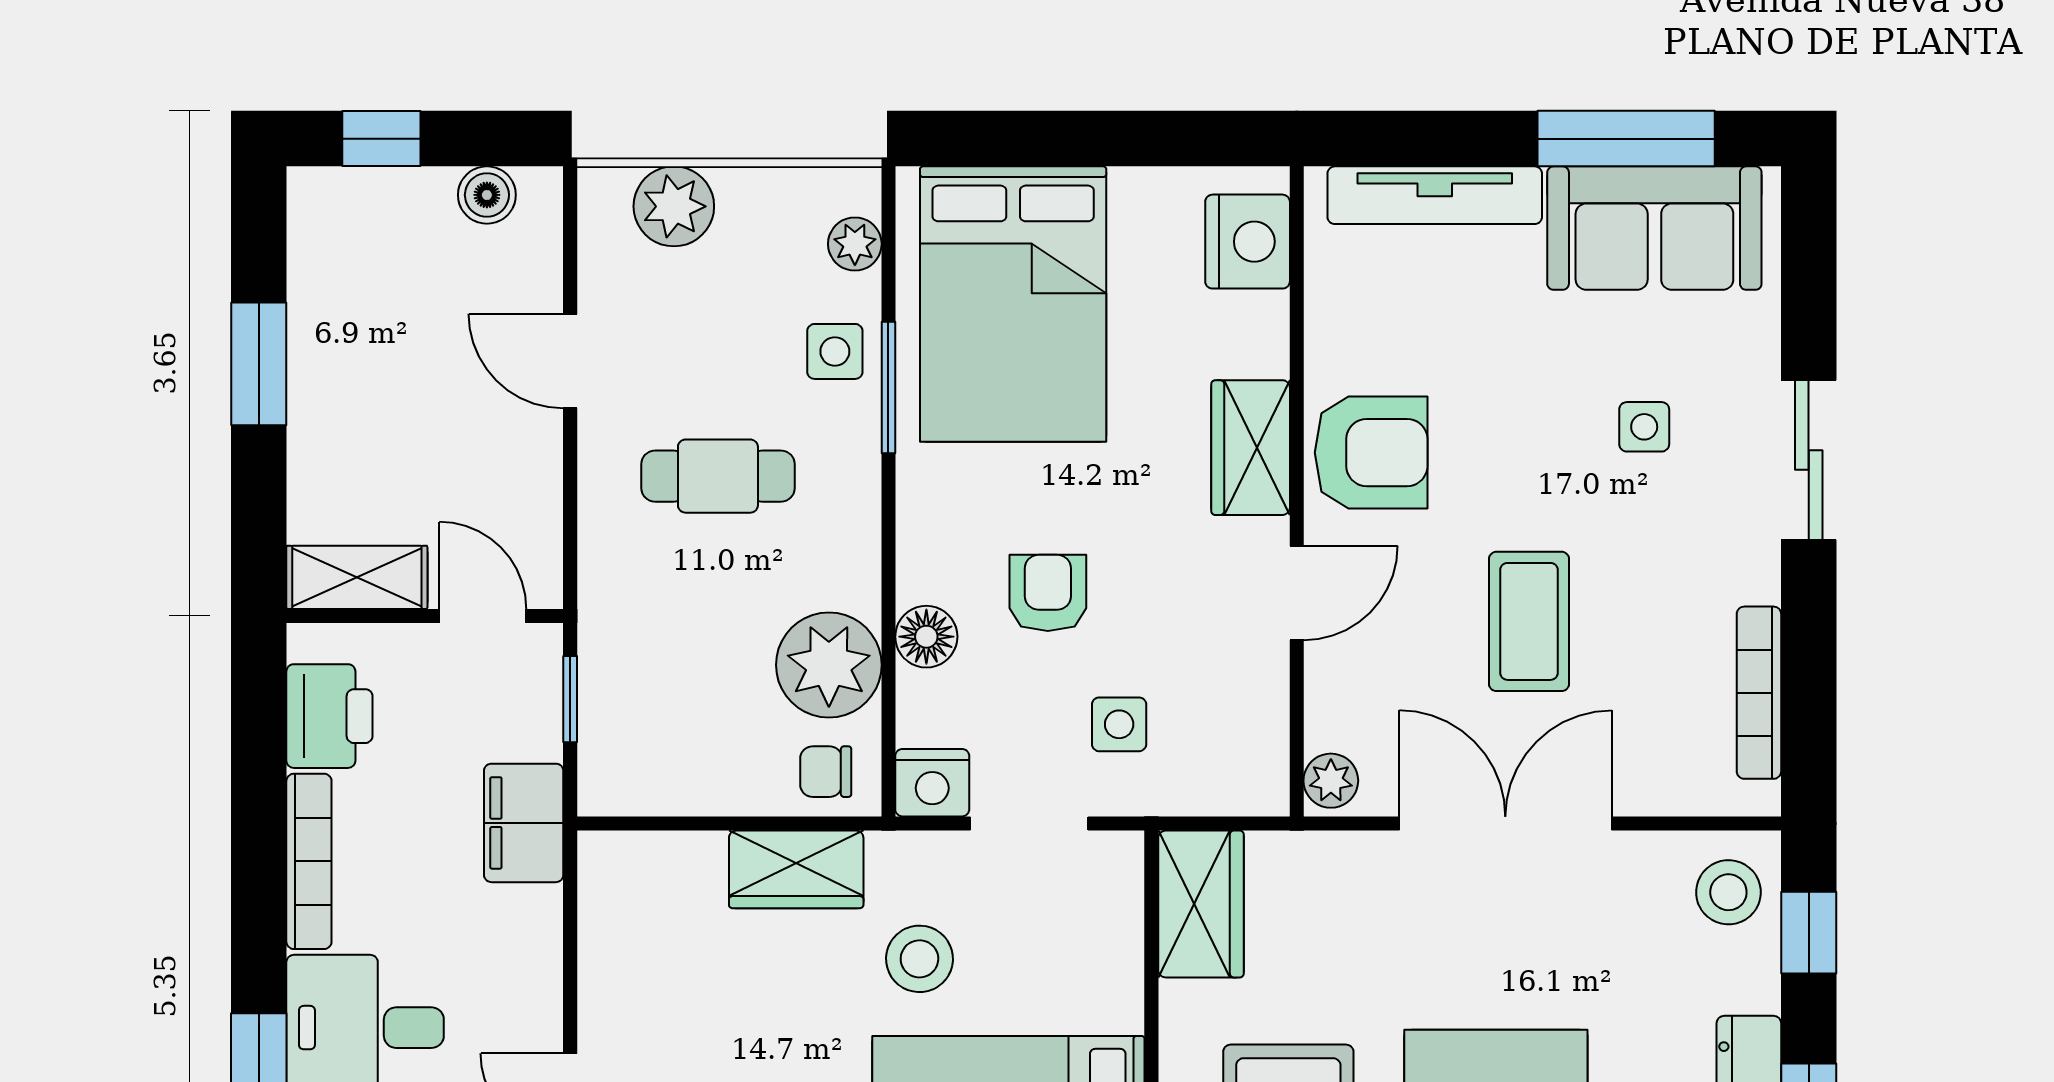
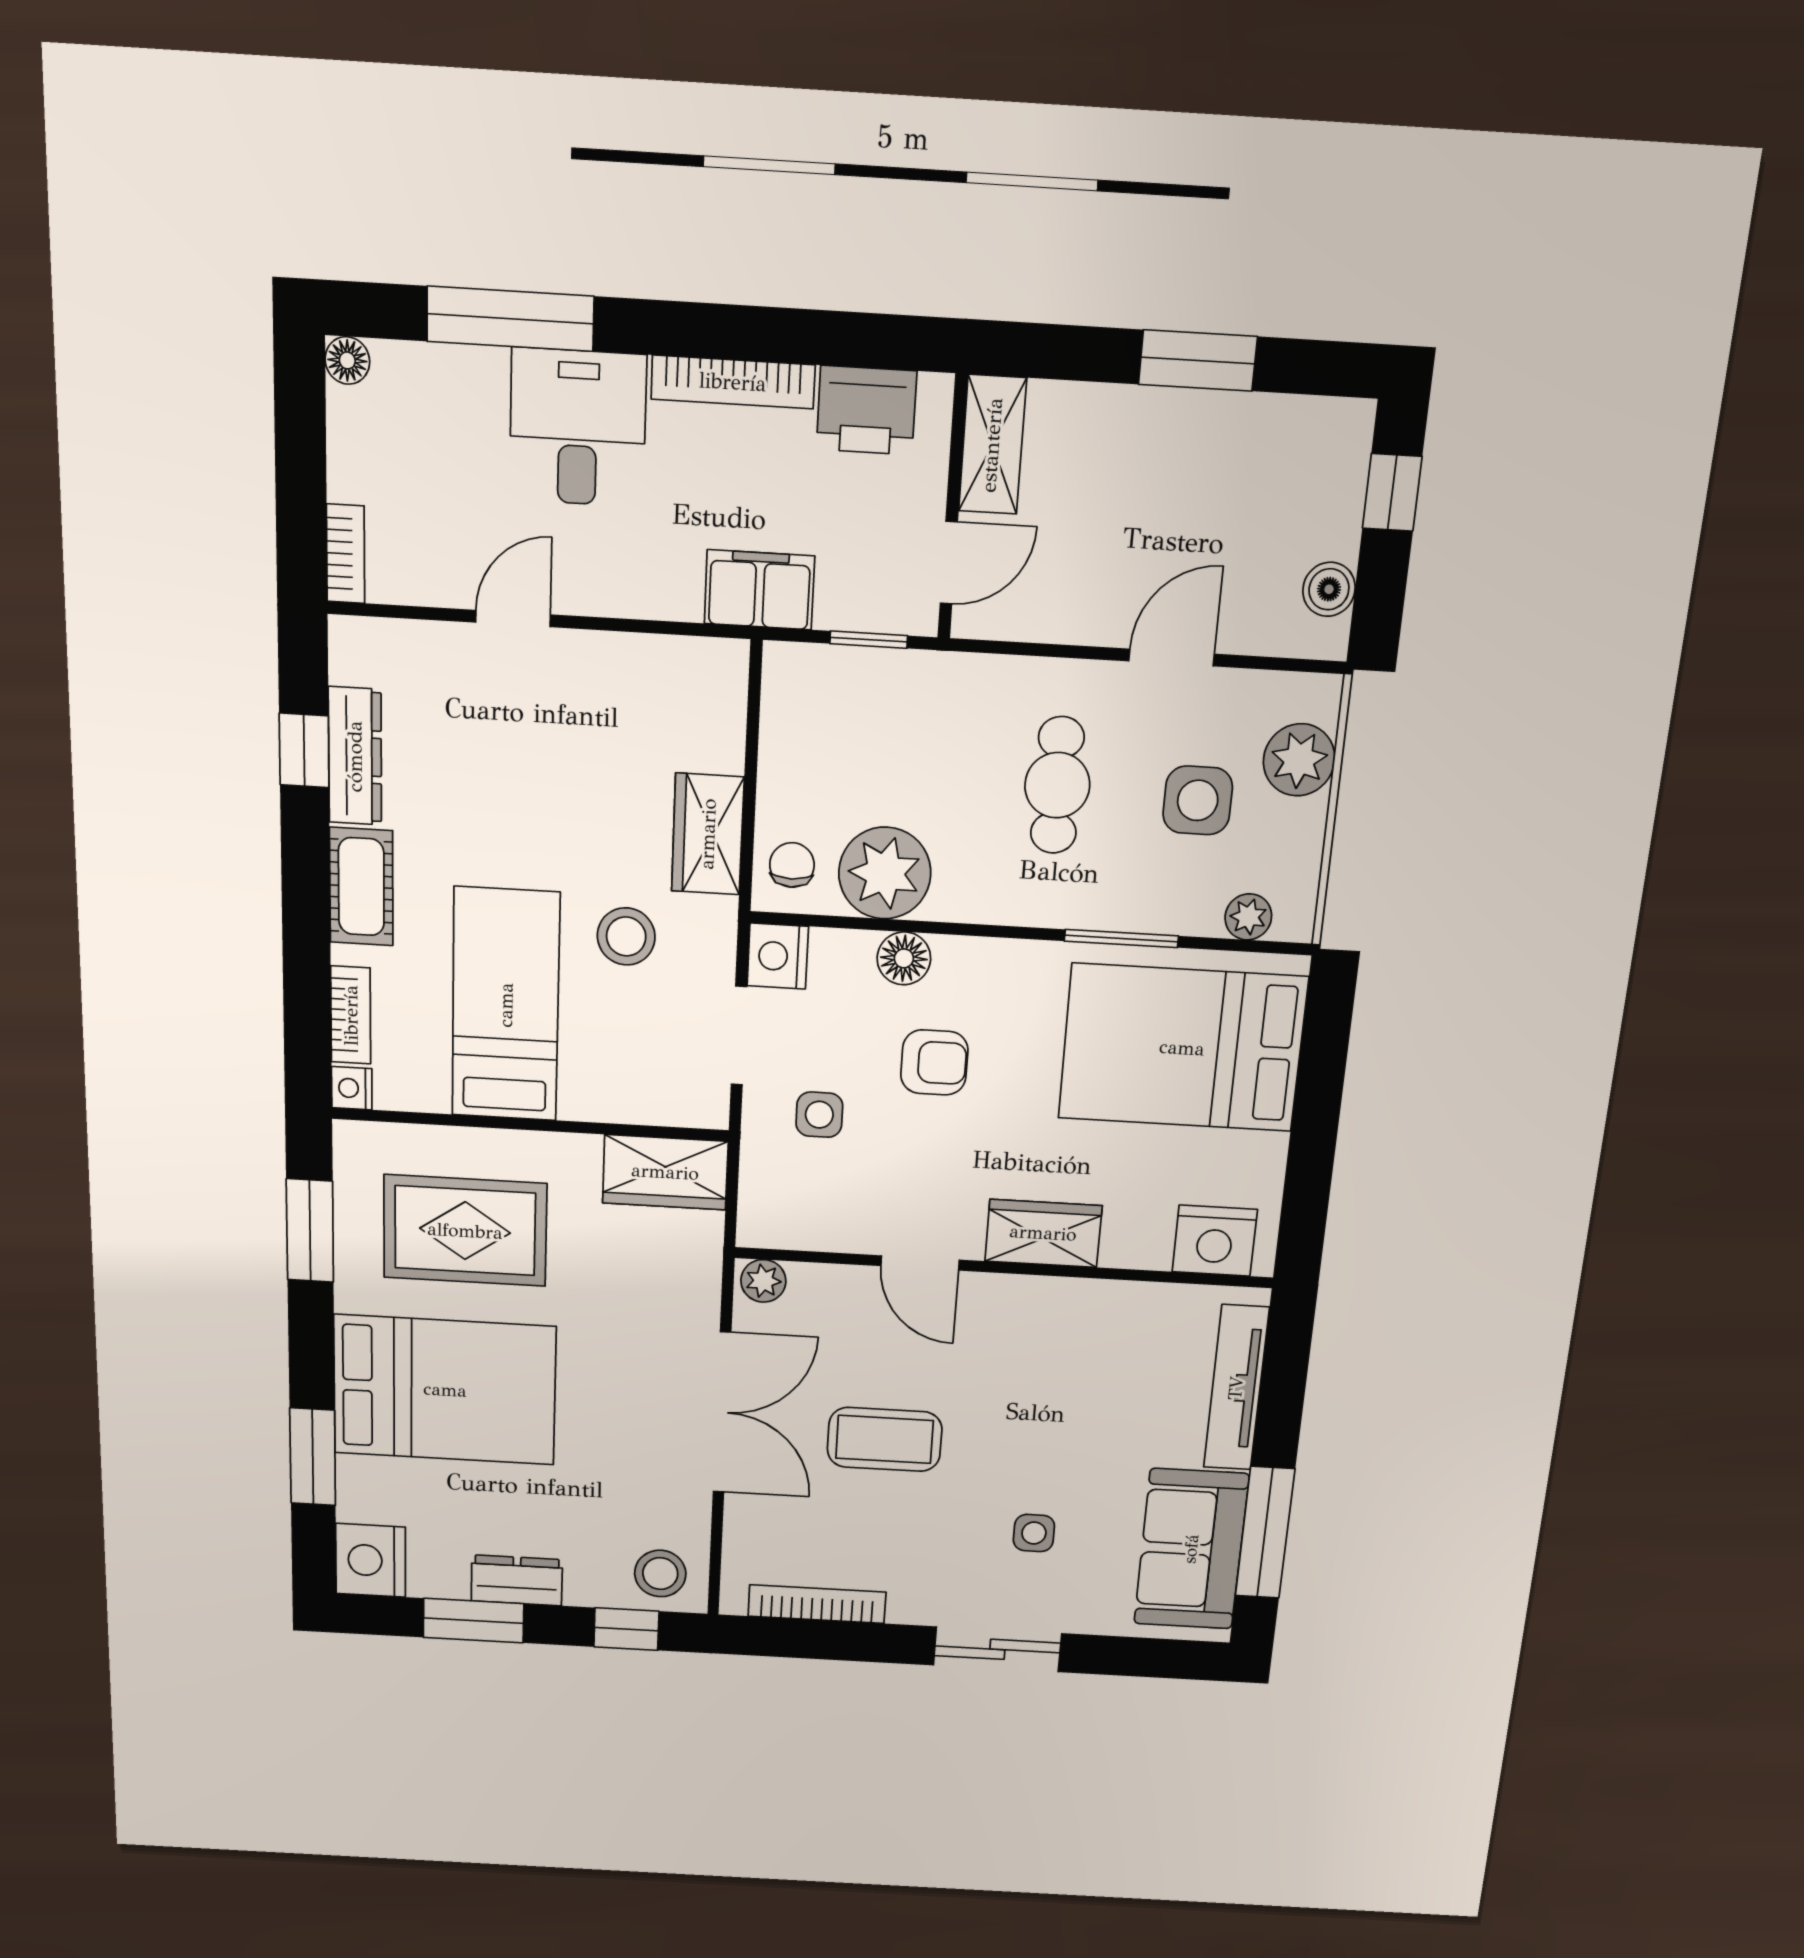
side table: (835, 351) -> (1198, 800), moved, width x1.37, depth x1.37
armchair: (1371, 453) -> (1031, 1327), removed

